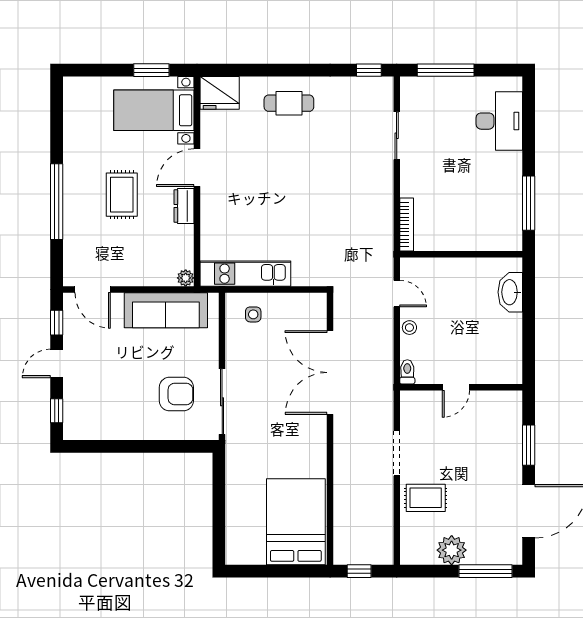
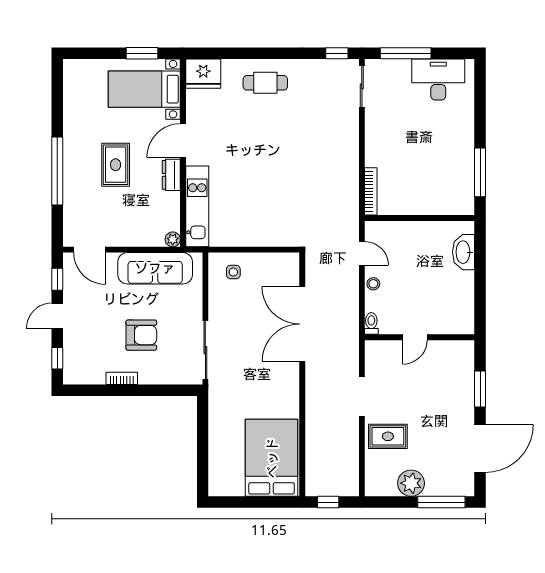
desk: (499, 121) -> (438, 79), moved, turned -90
sliding door: (397, 136) -> (362, 86), moved
kitchen unit: (245, 274) -> (197, 206), moved, turned 90
armchair: (176, 394) -> (141, 335), moved
bookcase: (129, 433) -> (122, 378), added

